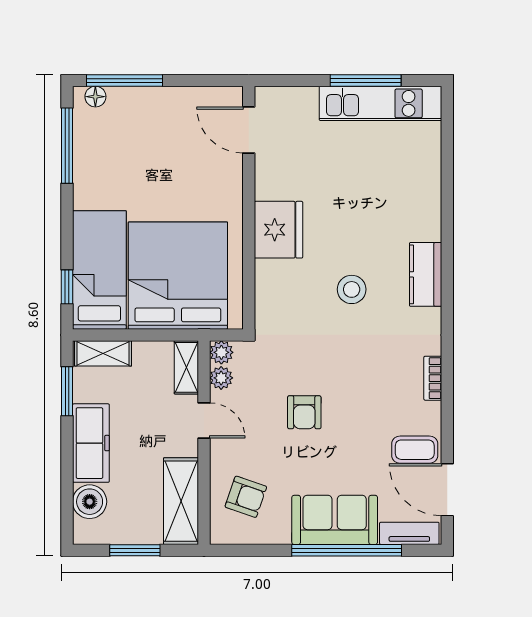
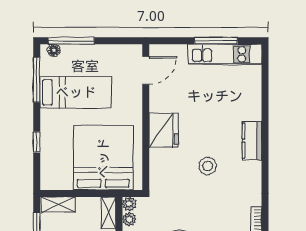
door: (249, 130) -> (146, 70), swing flipped
bed: (99, 270) -> (76, 92), moved, turned 90
kitchen counter: (426, 274) -> (252, 141), moved
window: (67, 287) -> (37, 142), moved

